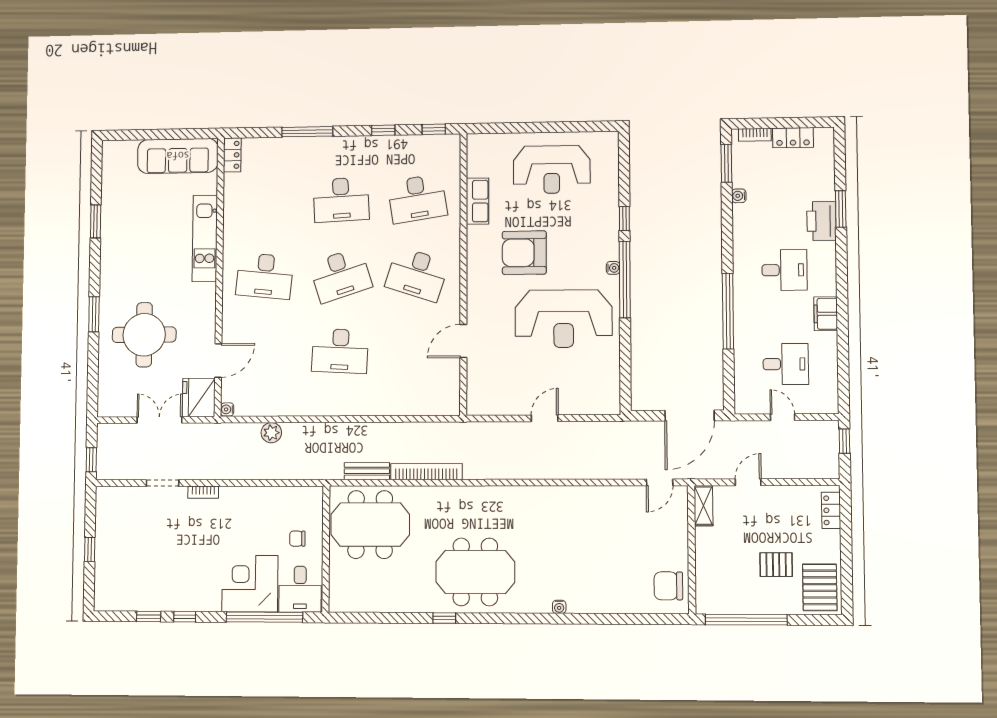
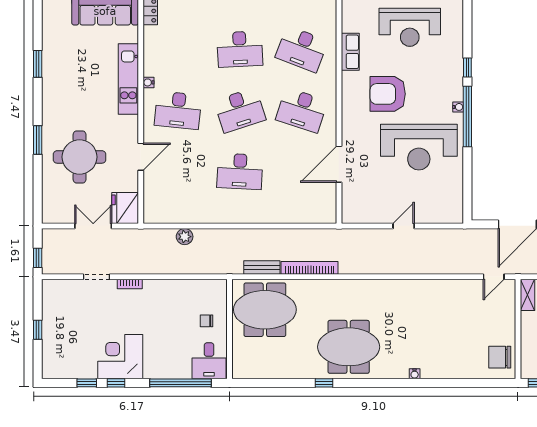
desk: (417, 199) -> (302, 49), turned 30
door: (463, 341) -> (339, 164), width x1.36
door: (218, 360) -> (141, 157), moved
water cooler: (227, 409) -> (148, 82), moved
corner desk: (250, 584) -> (120, 357), moved

